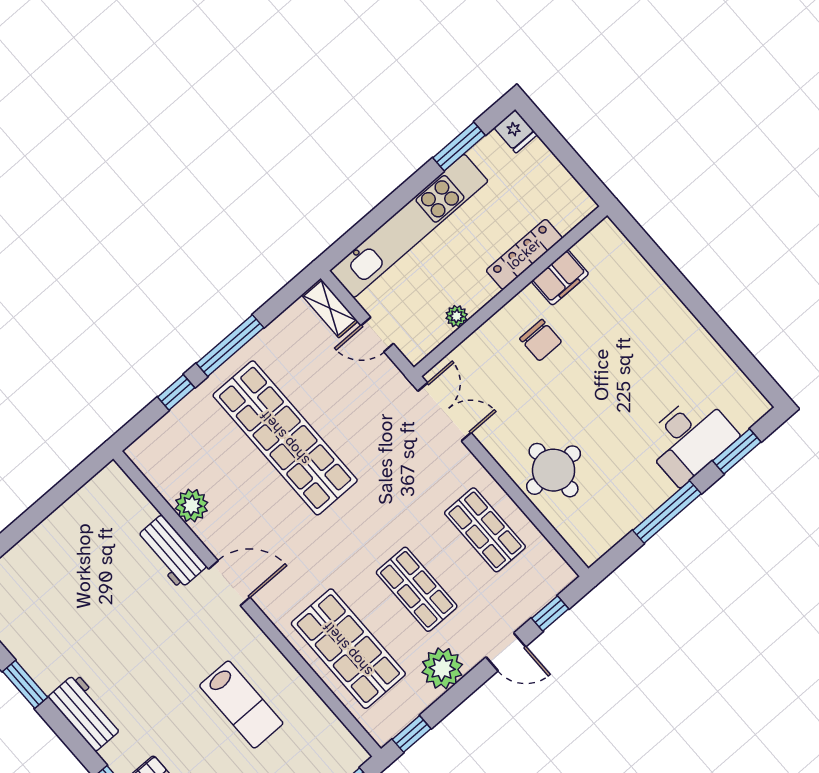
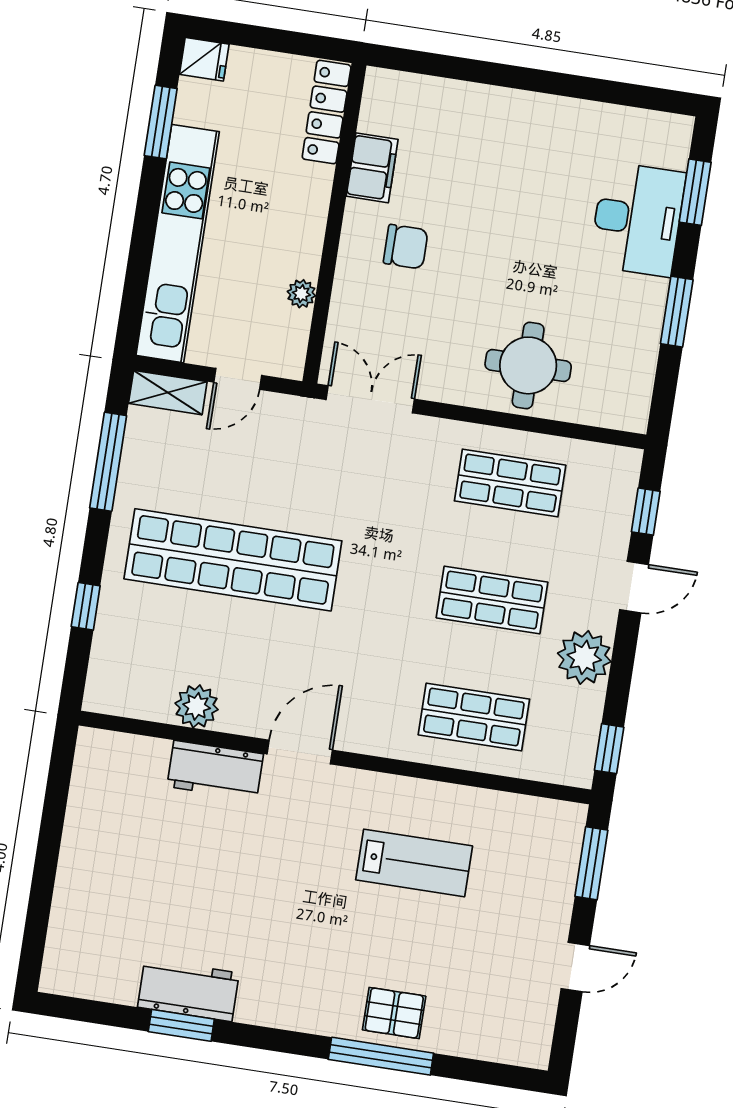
locker: (524, 254) -> (327, 112), moved
window: (230, 346) -> (108, 462), moved
window: (667, 512) -> (677, 312), width x0.69
shop shelf: (348, 649) -> (474, 717), width x0.70, depth x0.74
workbench: (86, 712) -> (188, 990), moved

